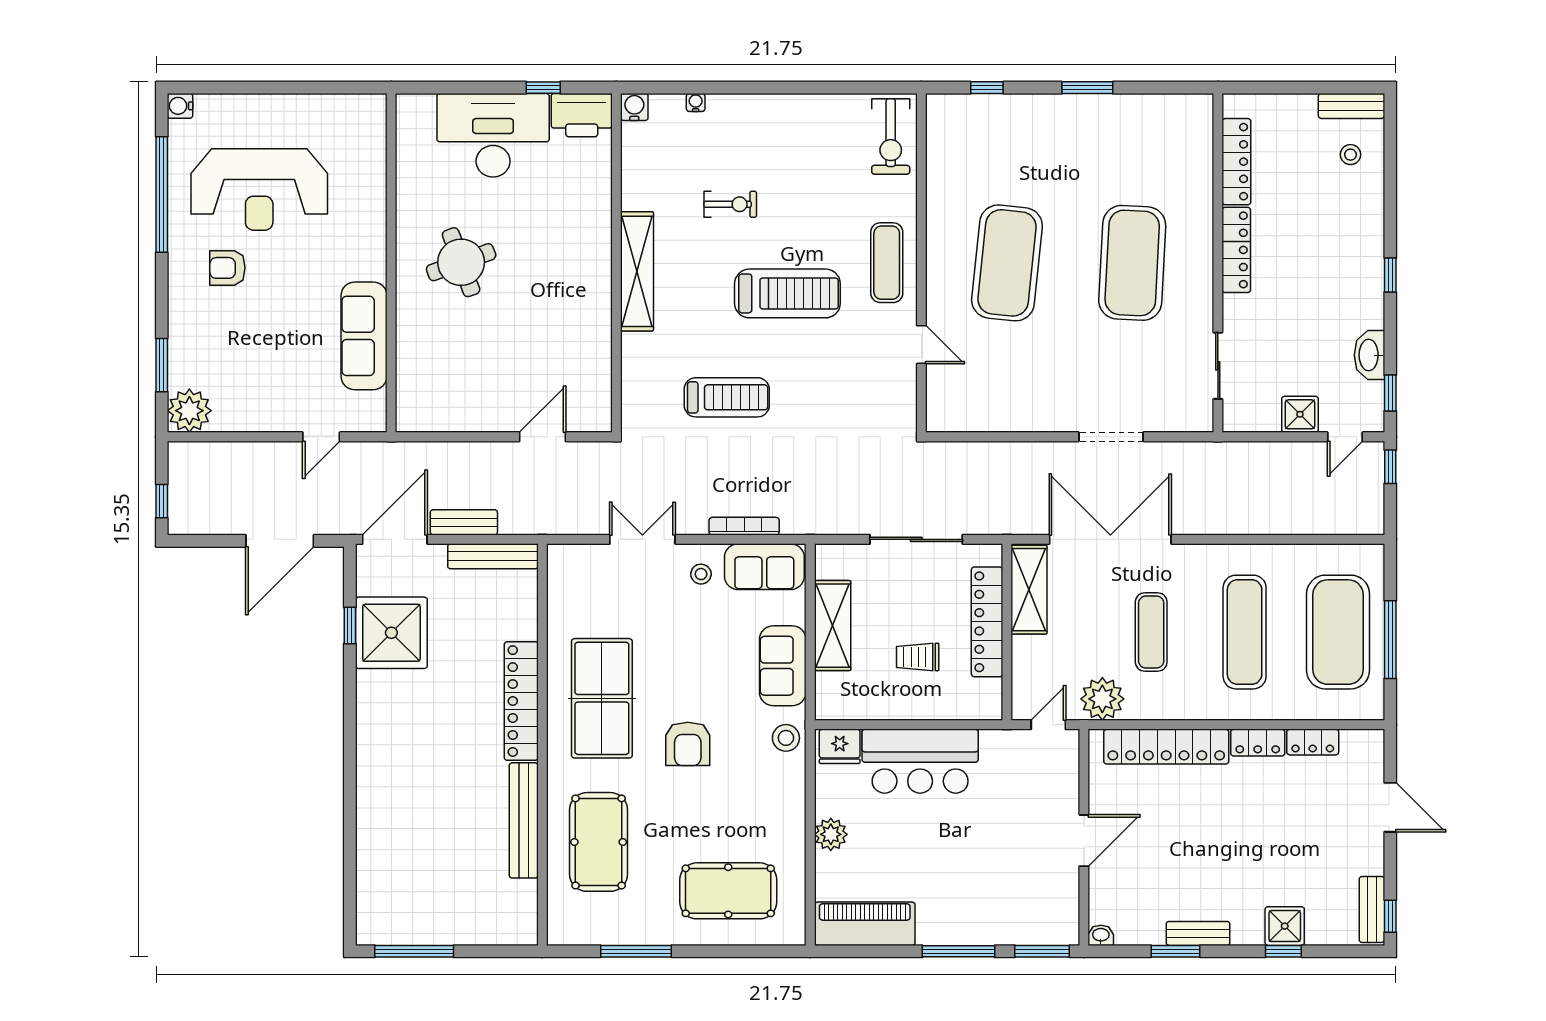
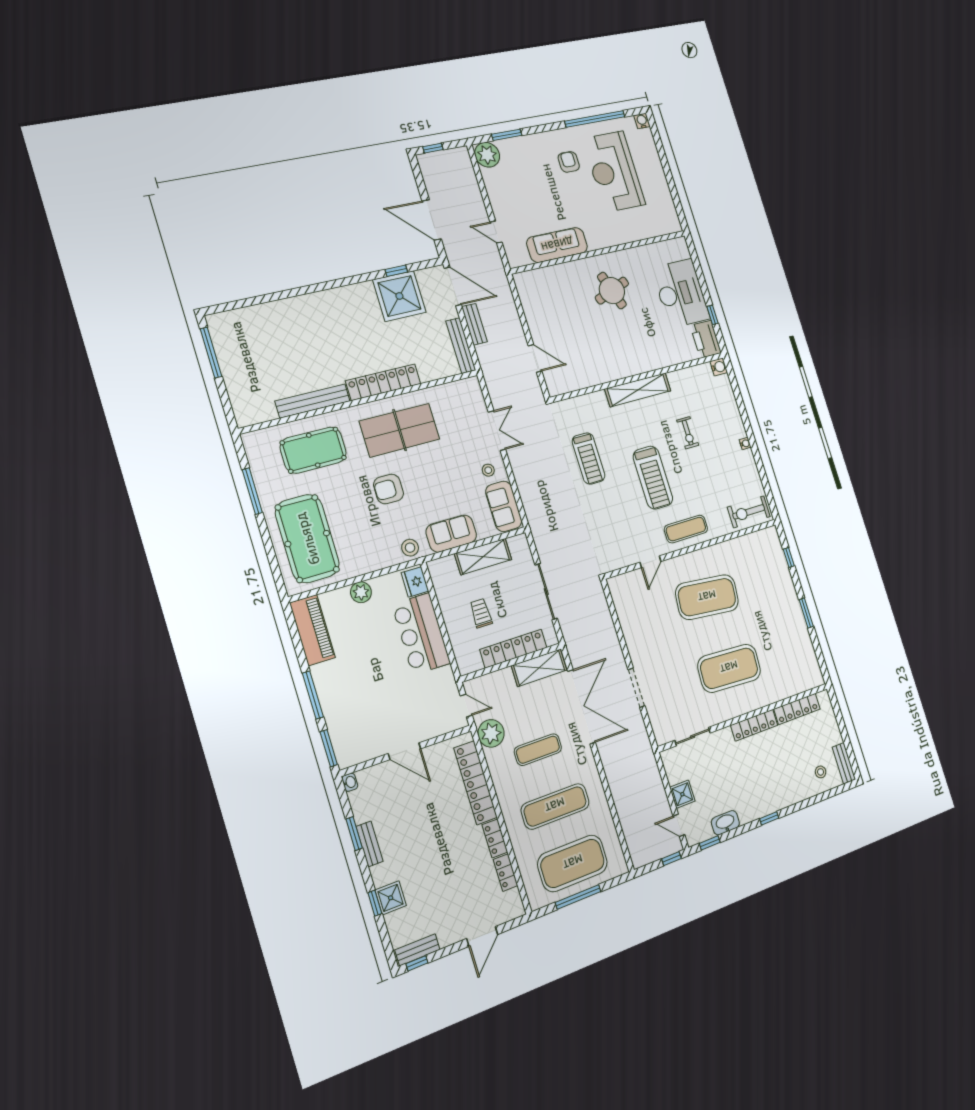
water cooler: (696, 102) -> (745, 443), moved
bookcase: (744, 526) -> (522, 488), removed
pool table: (728, 891) -> (307, 539), width x1.36, depth x1.32

